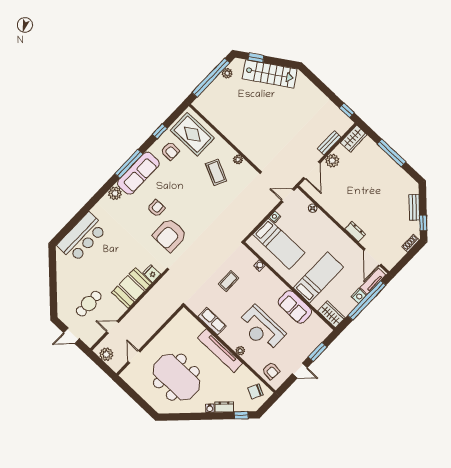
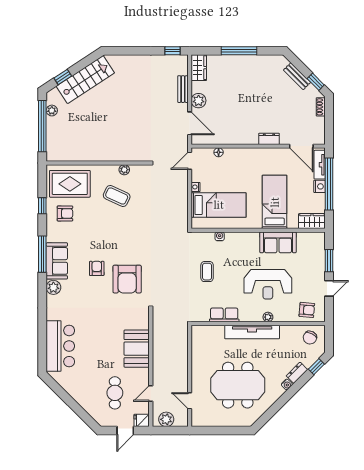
sofa: (138, 173) -> (57, 261), width x0.73
fridge: (152, 274) -> (142, 420), moved

